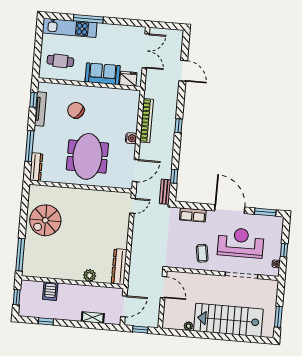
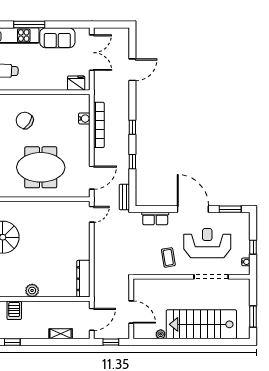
door: (183, 71) -> (132, 70), hinge flipped
sofa: (103, 74) -> (57, 38), moved, turned 180
water cooler: (131, 138) -> (84, 119), moved
meeting table: (87, 156) -> (41, 167), turned 90
window: (174, 176) -> (132, 162), moved
plant: (90, 275) -> (32, 291), moved
door: (163, 287) -> (131, 312), moved

